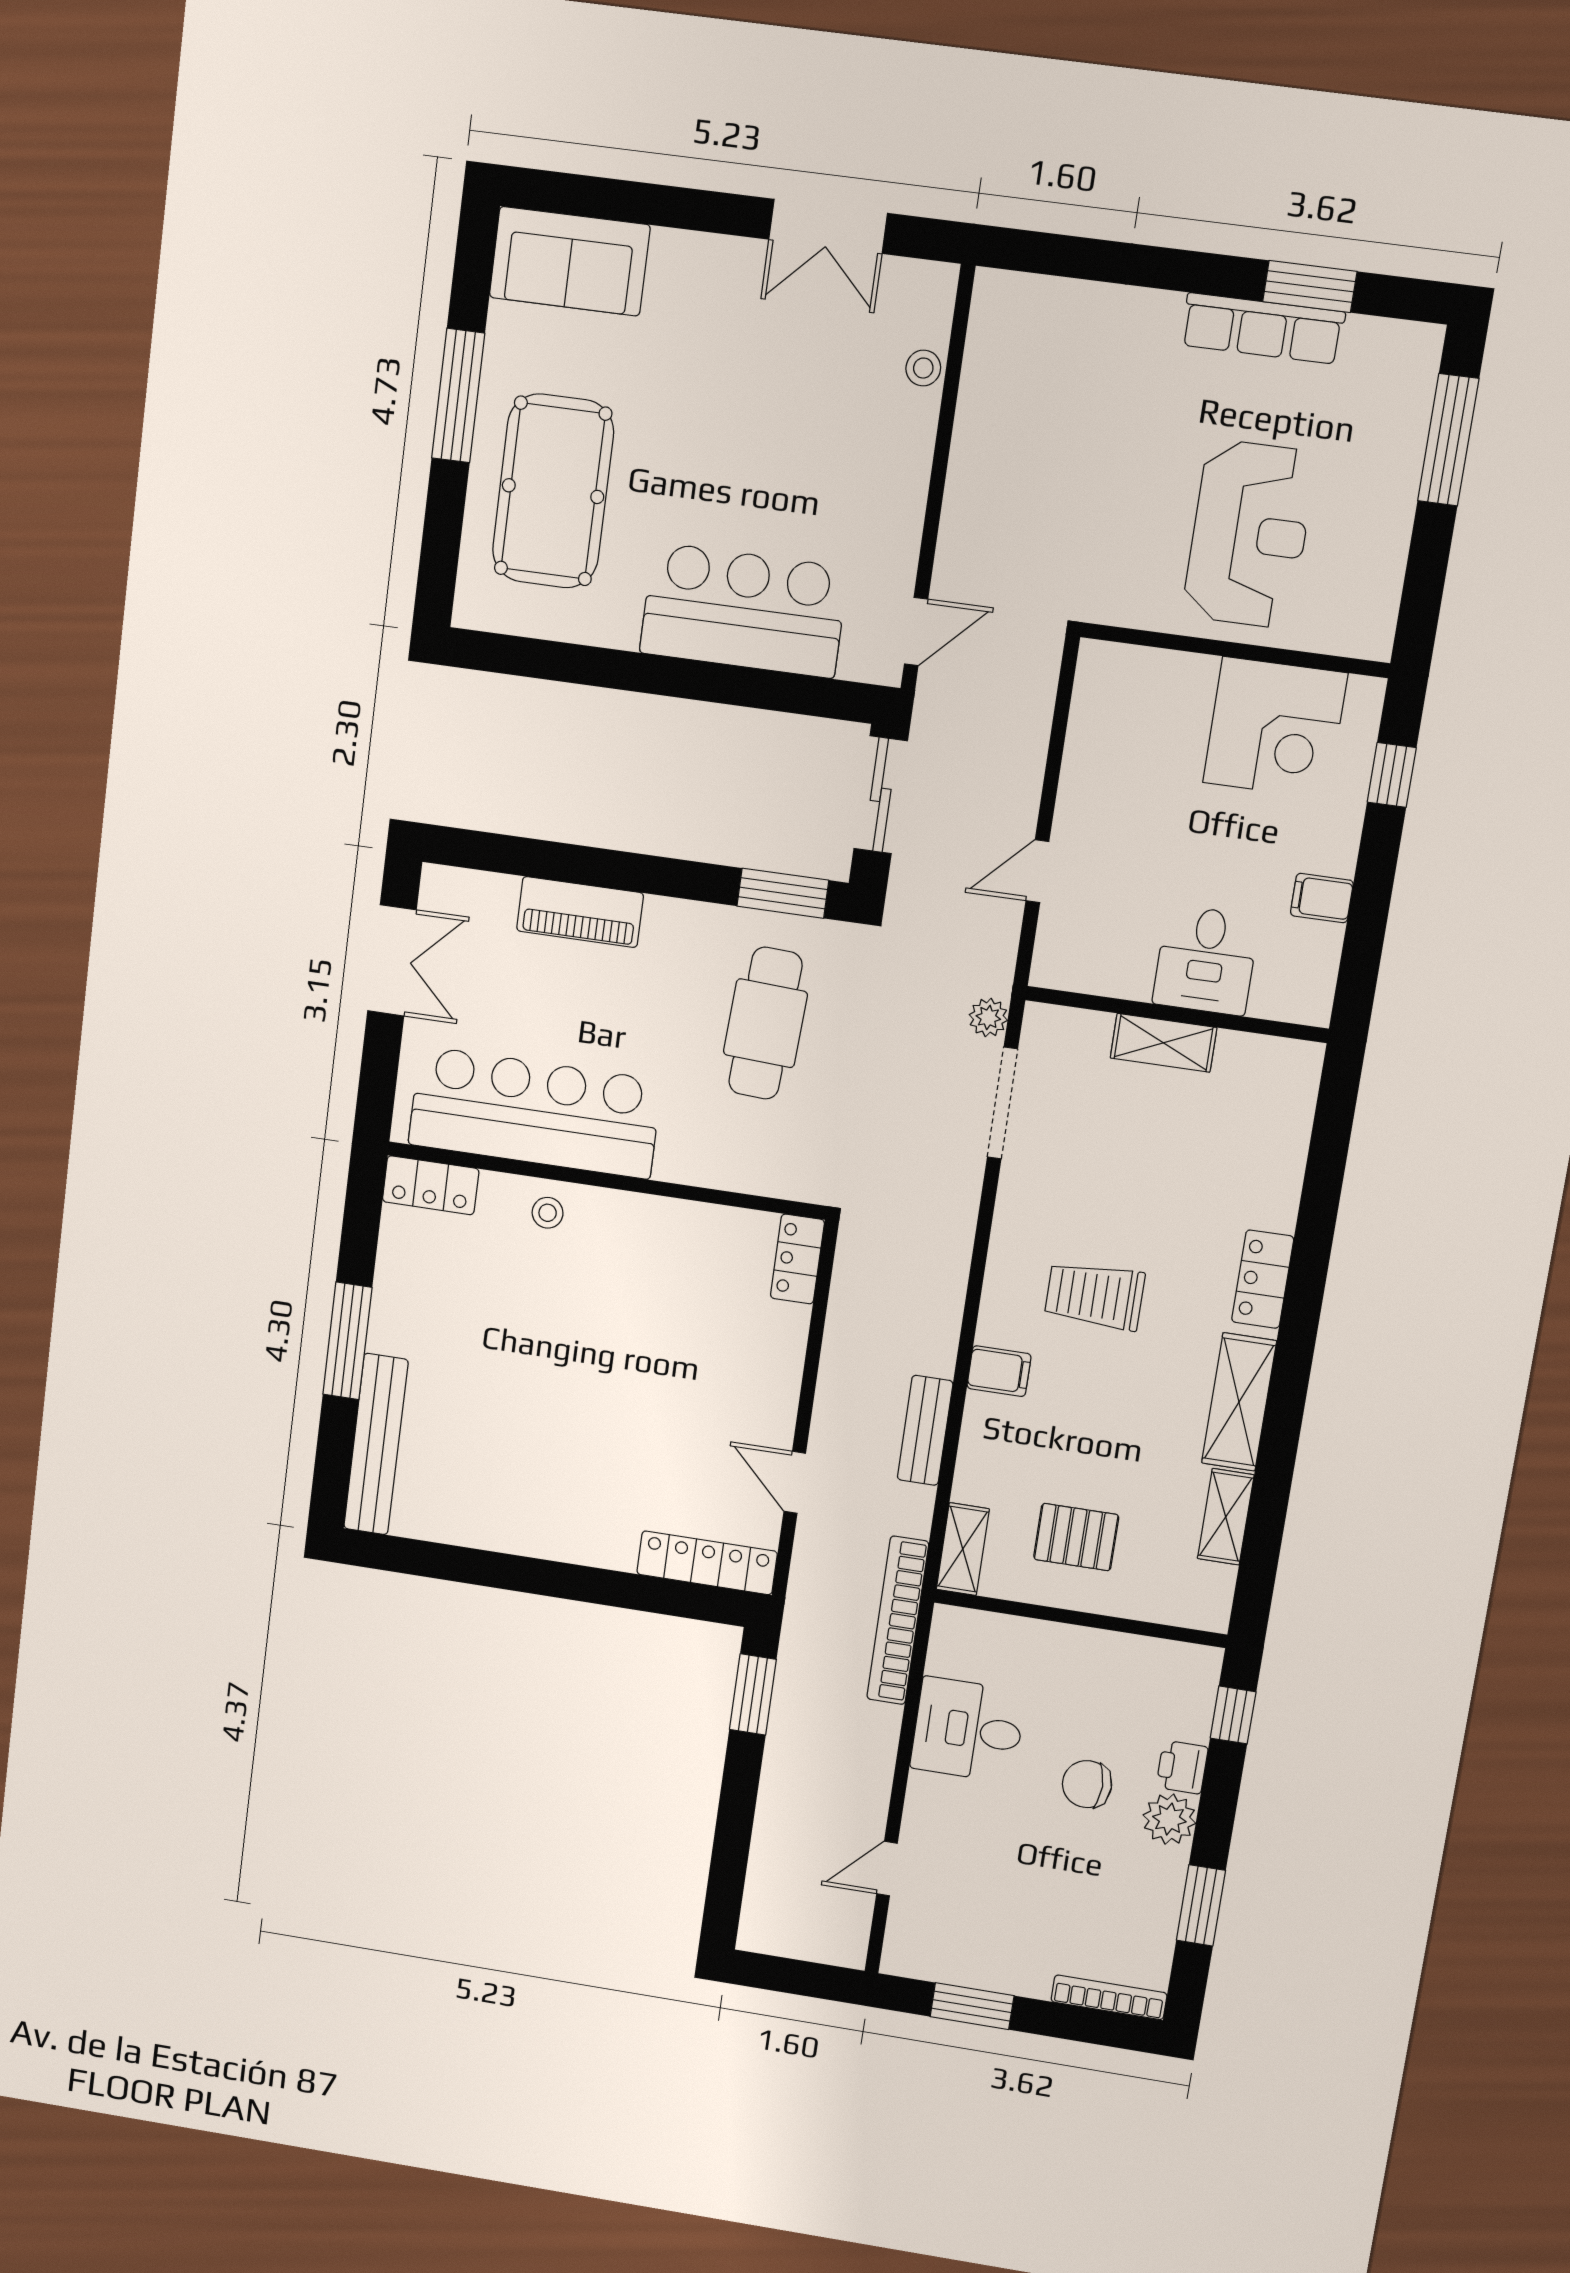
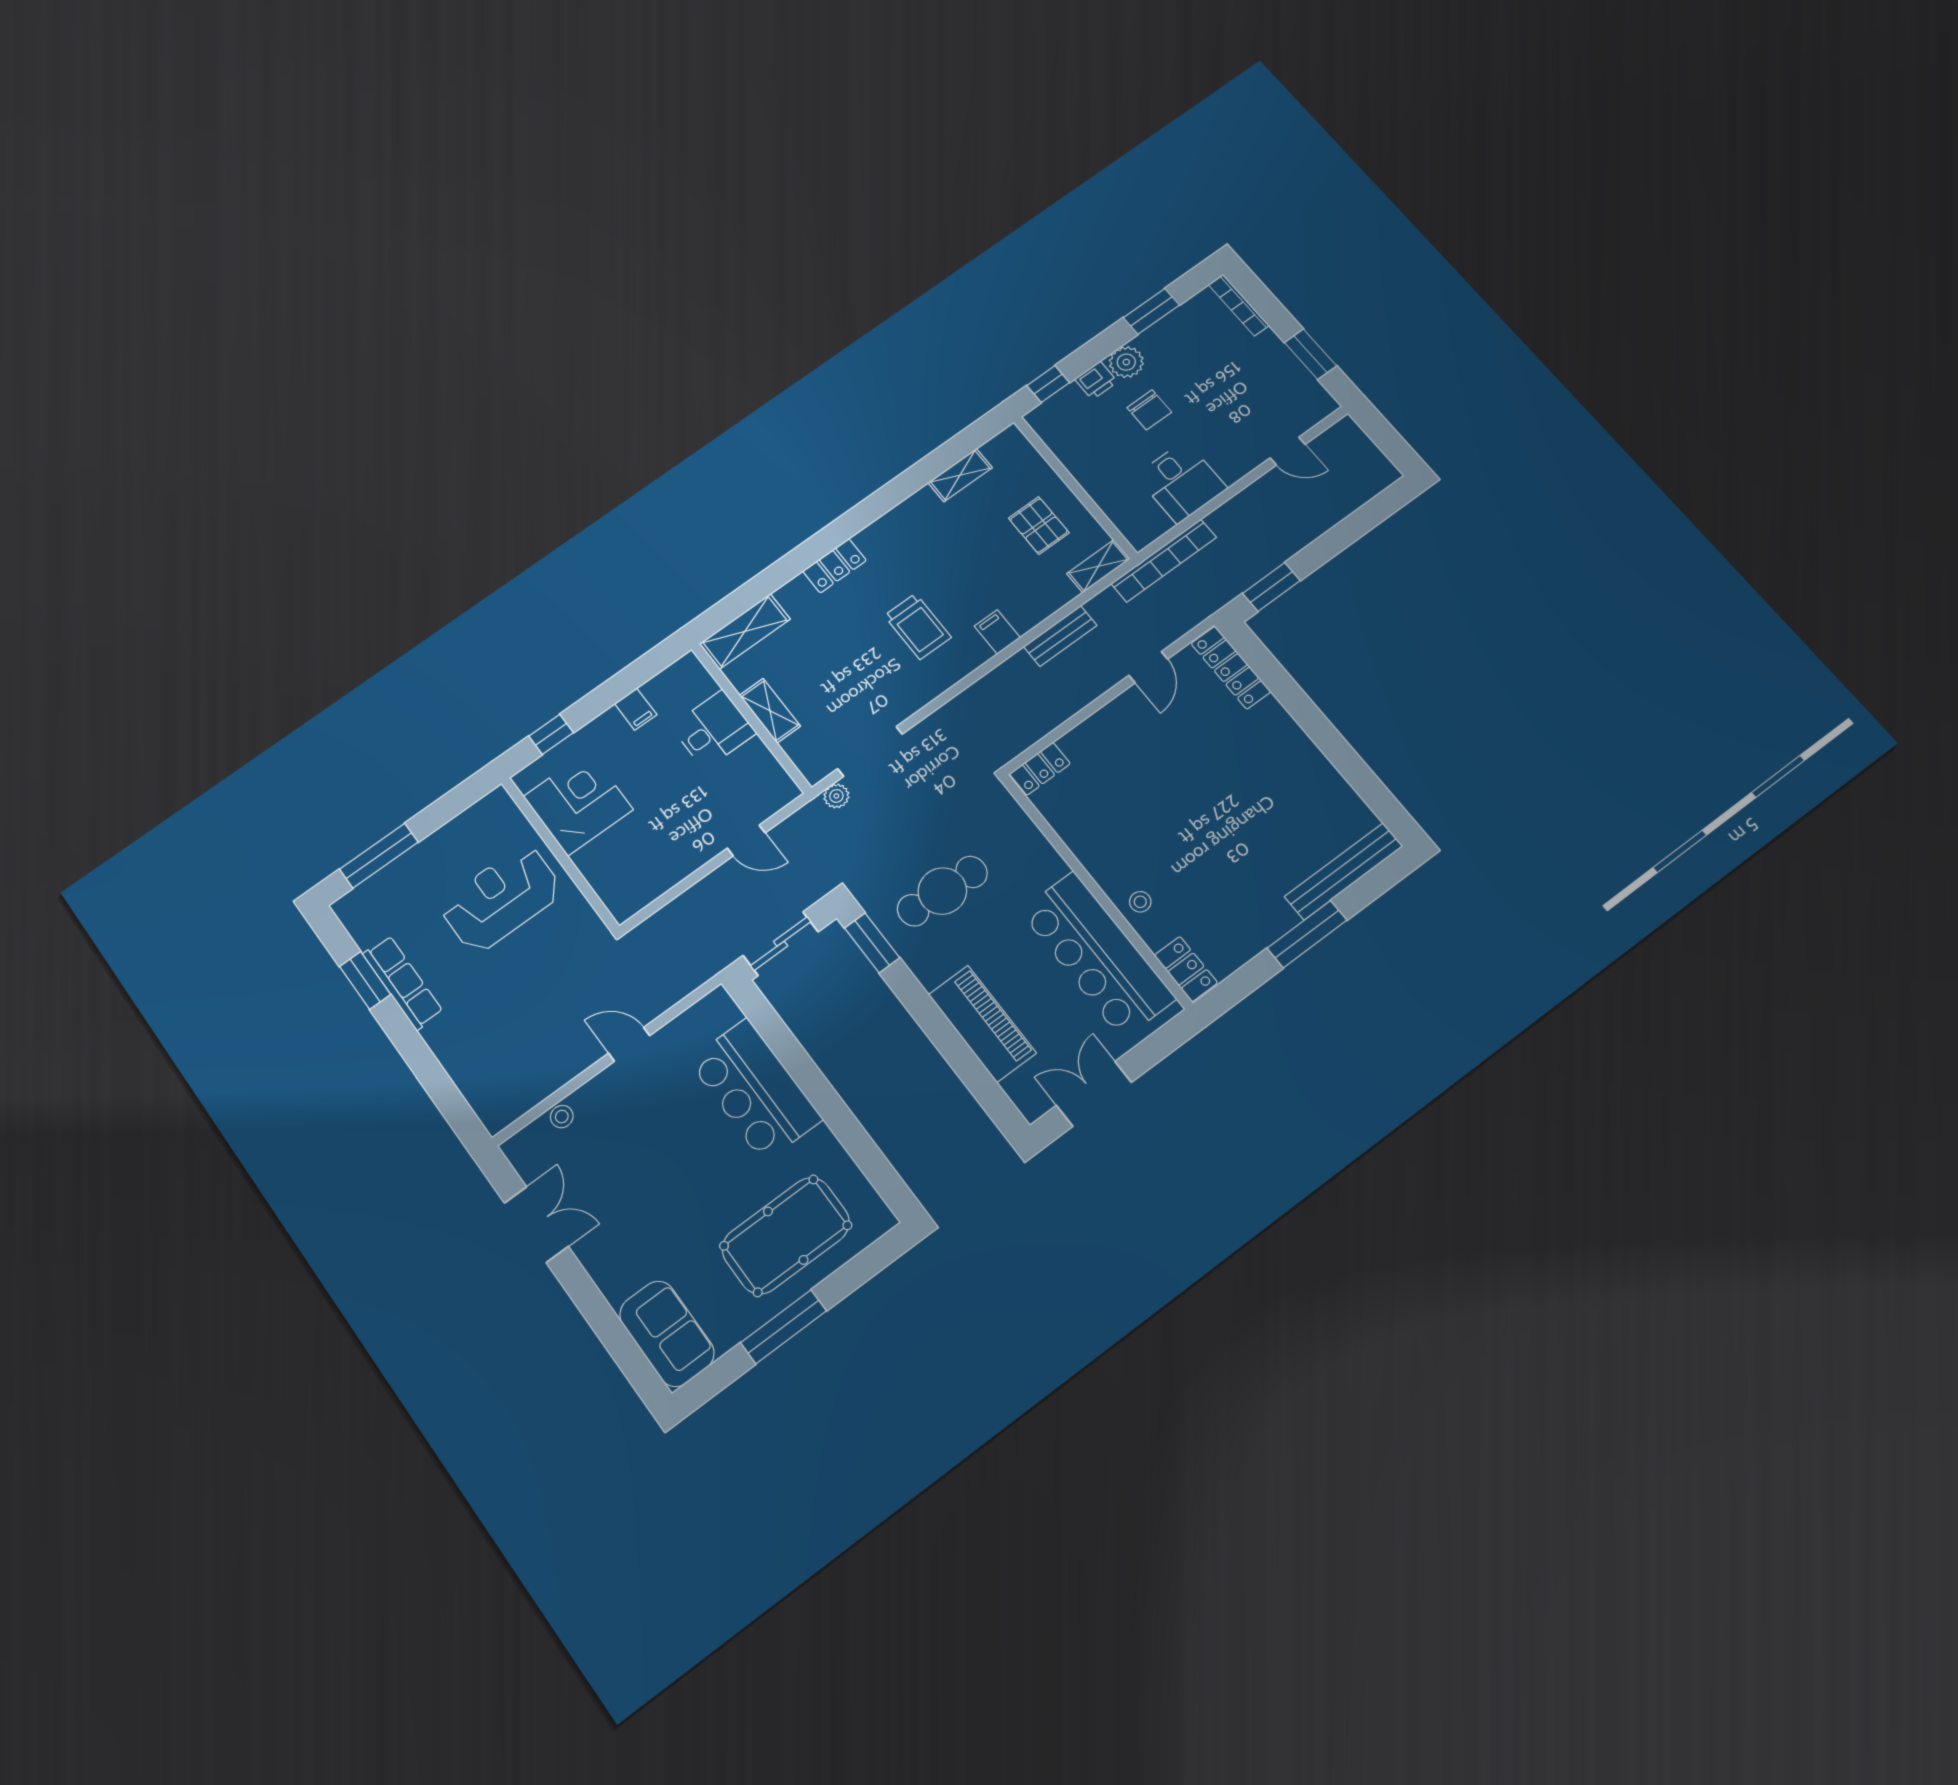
door: (916, 632) -> (629, 1044), moved
piano: (580, 912) -> (982, 1024), width x1.37, depth x1.33
shelving: (1239, 1402) -> (745, 631), moved

